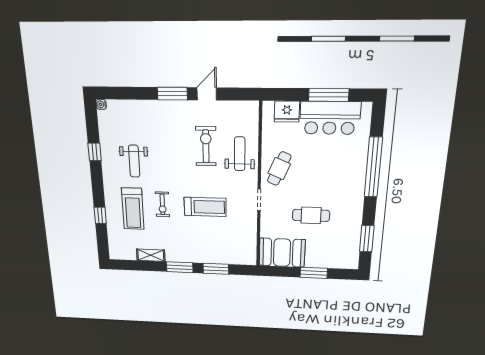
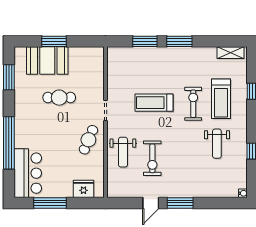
bar counter: (330, 118) -> (28, 173), moved, turned 90
weight bench: (134, 161) -> (217, 144), turned 180
exercise bike: (162, 204) -> (193, 104), width x1.38, depth x1.39
treadmill: (133, 209) -> (221, 99), turned 180
booth: (282, 253) -> (47, 60), moved
shelving: (151, 255) -> (231, 53), moved

